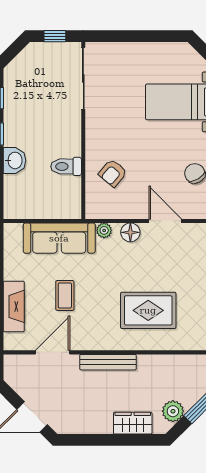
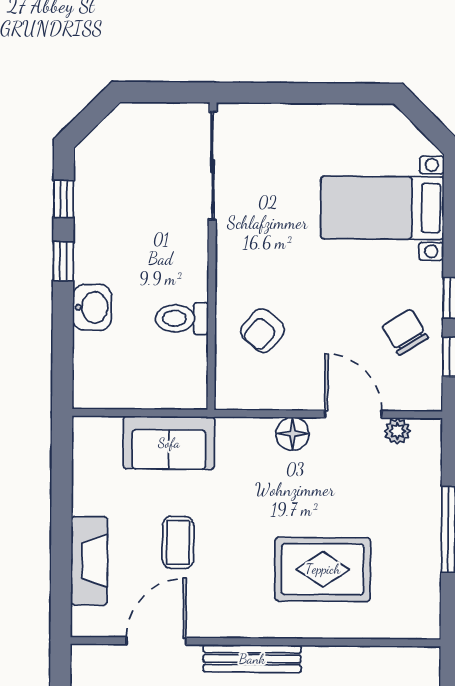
window: (55, 36) -> (164, 92), removed
plant: (104, 230) -> (397, 431), moved
sofa: (59, 238) -> (169, 443), width x0.73

